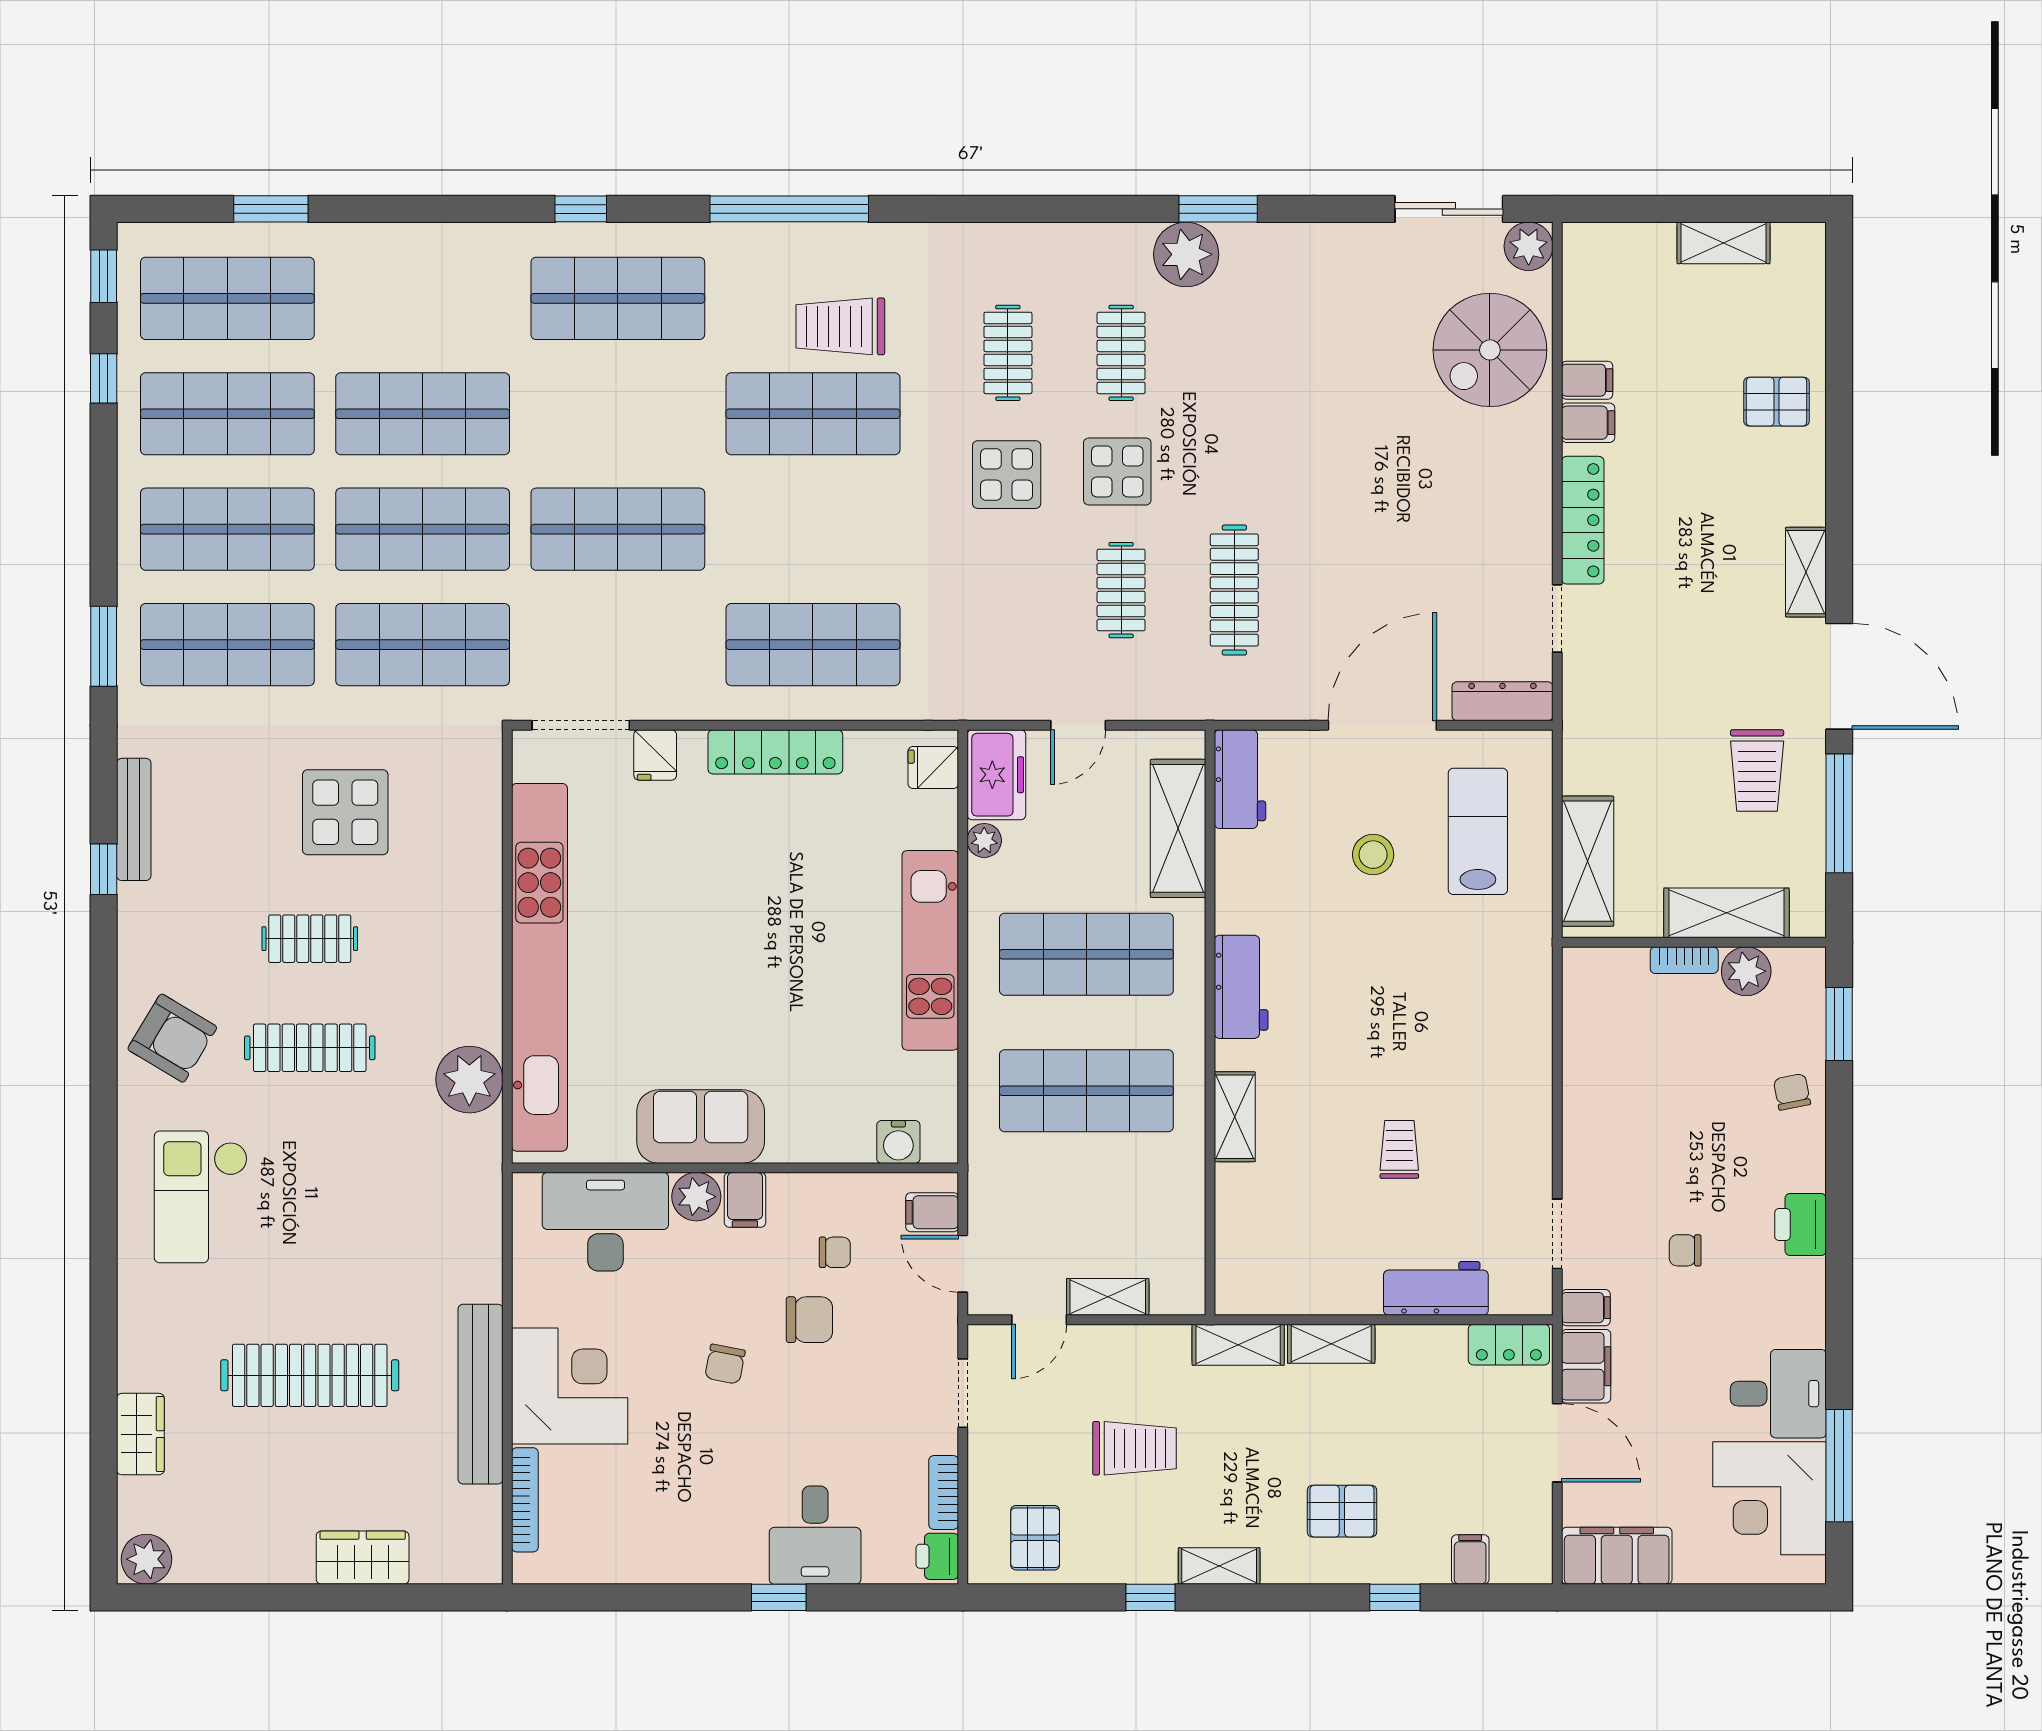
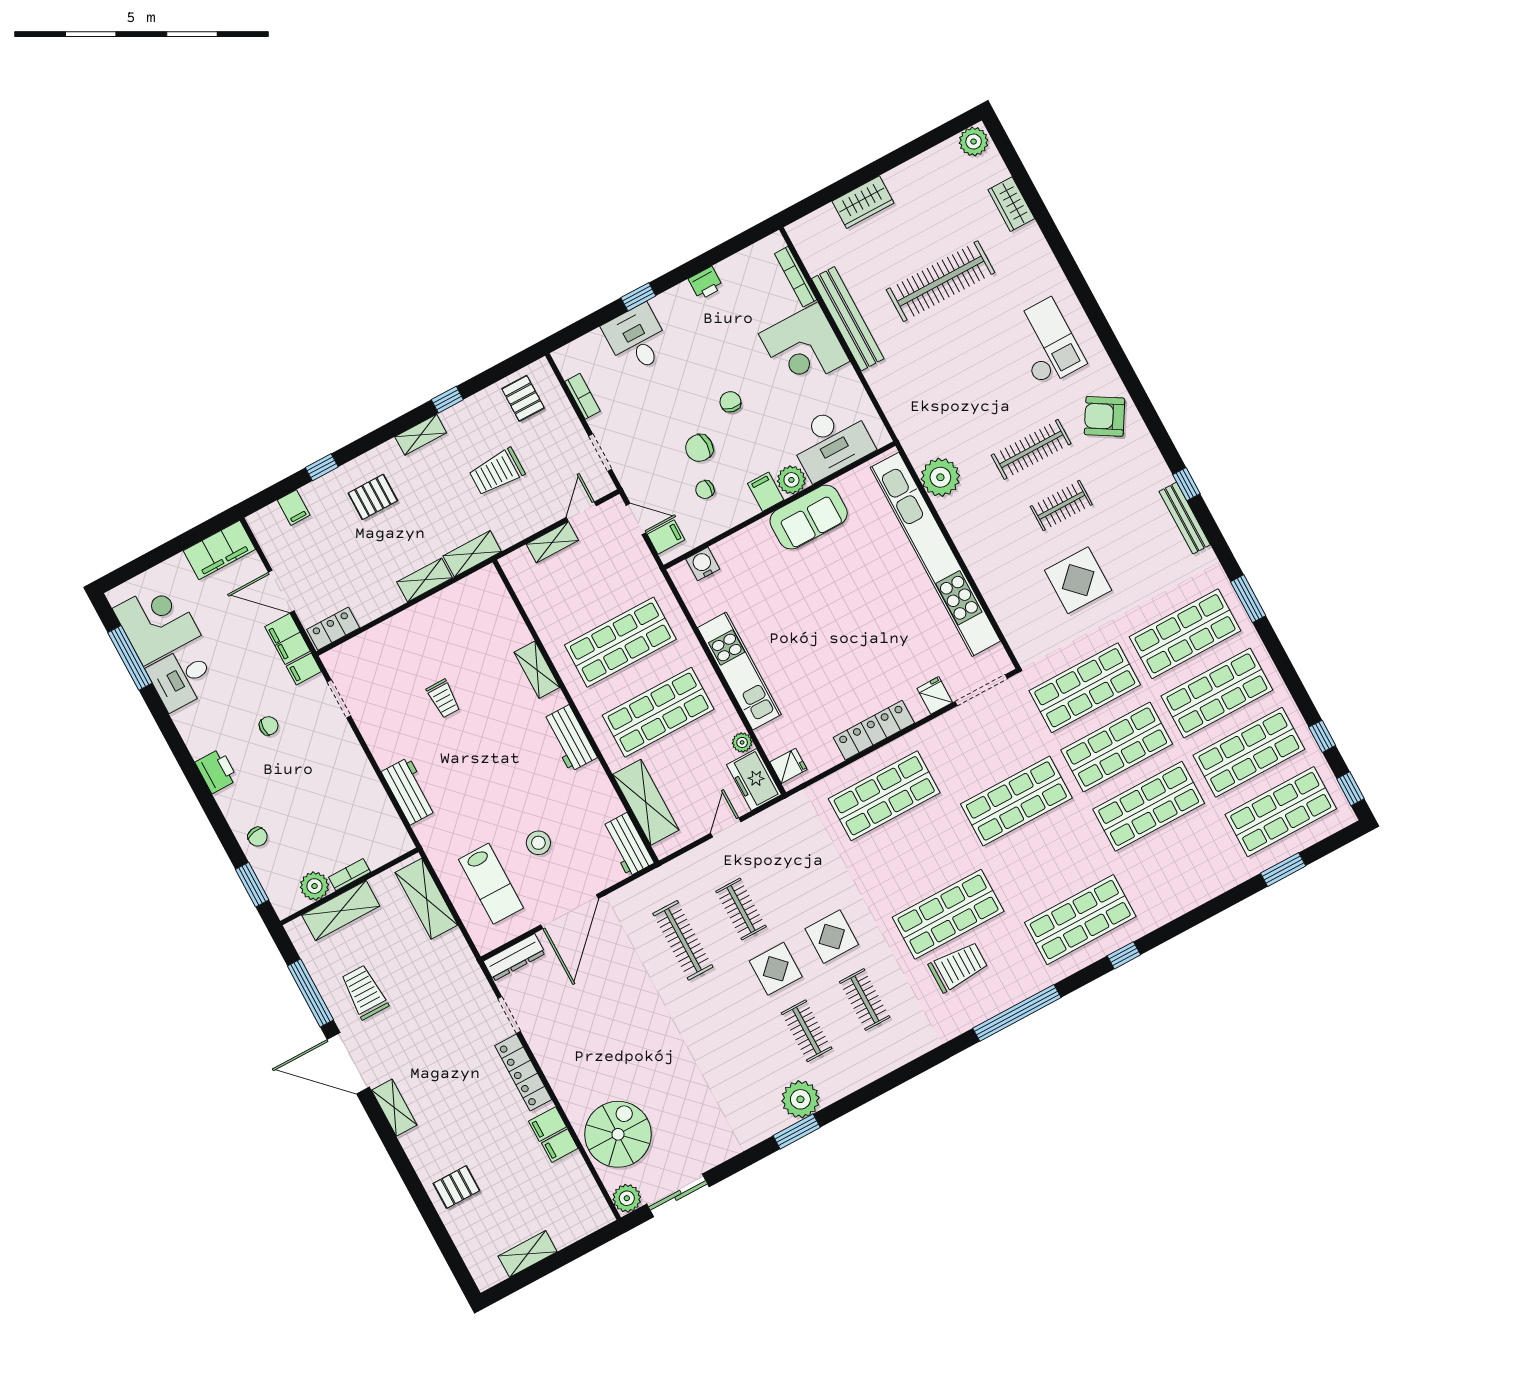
workbench: (1436, 1288) -> (409, 791), moved, turned -90
printer: (937, 1556) -> (706, 283), moved, turned 90

